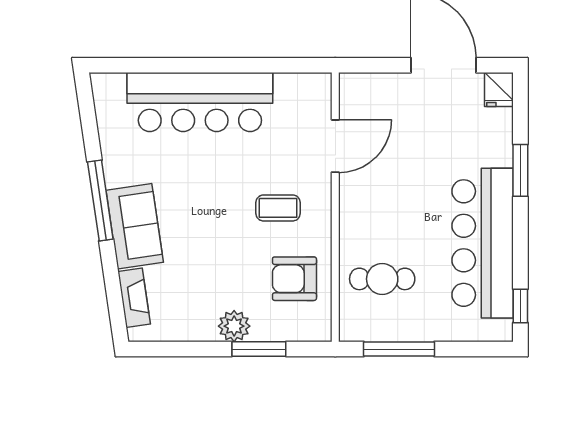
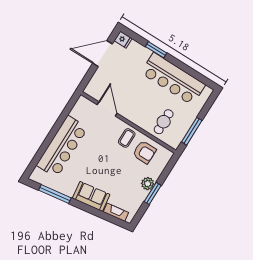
window: (100, 200) -> (55, 194), moved
coffee table: (278, 208) -> (127, 138), moved
armchair: (294, 279) -> (144, 152), turned -90
window: (520, 306) -> (203, 79), removed
window: (259, 349) -> (153, 193), moved

